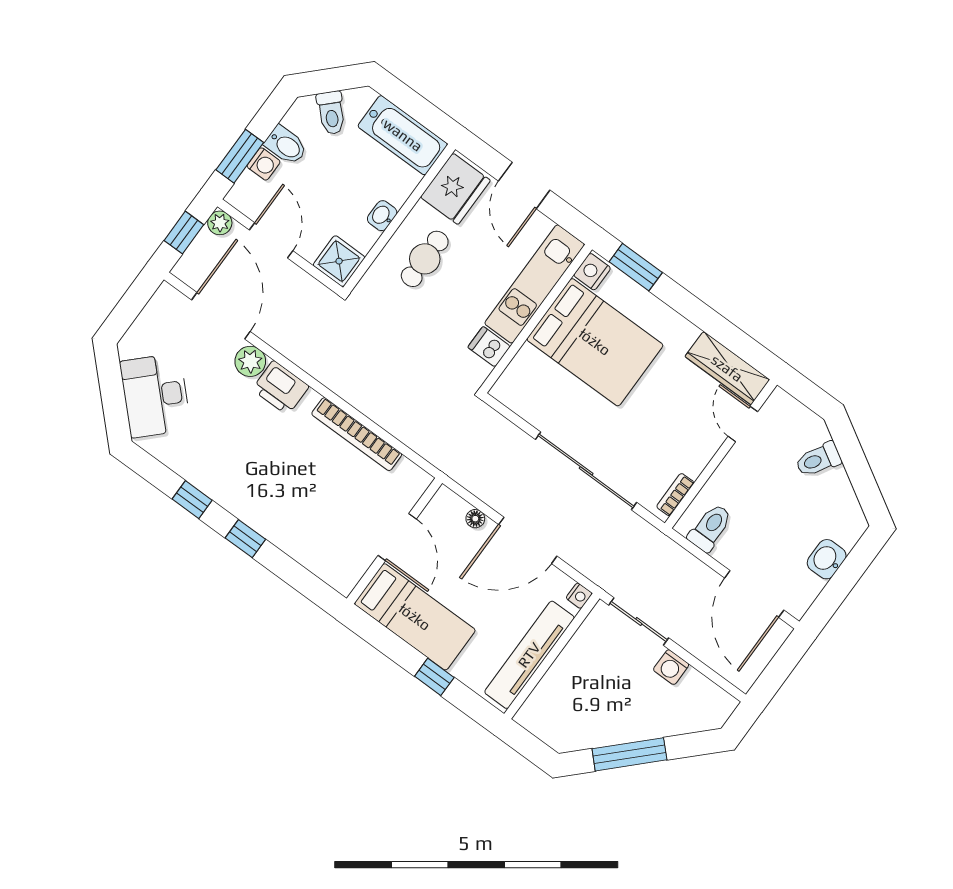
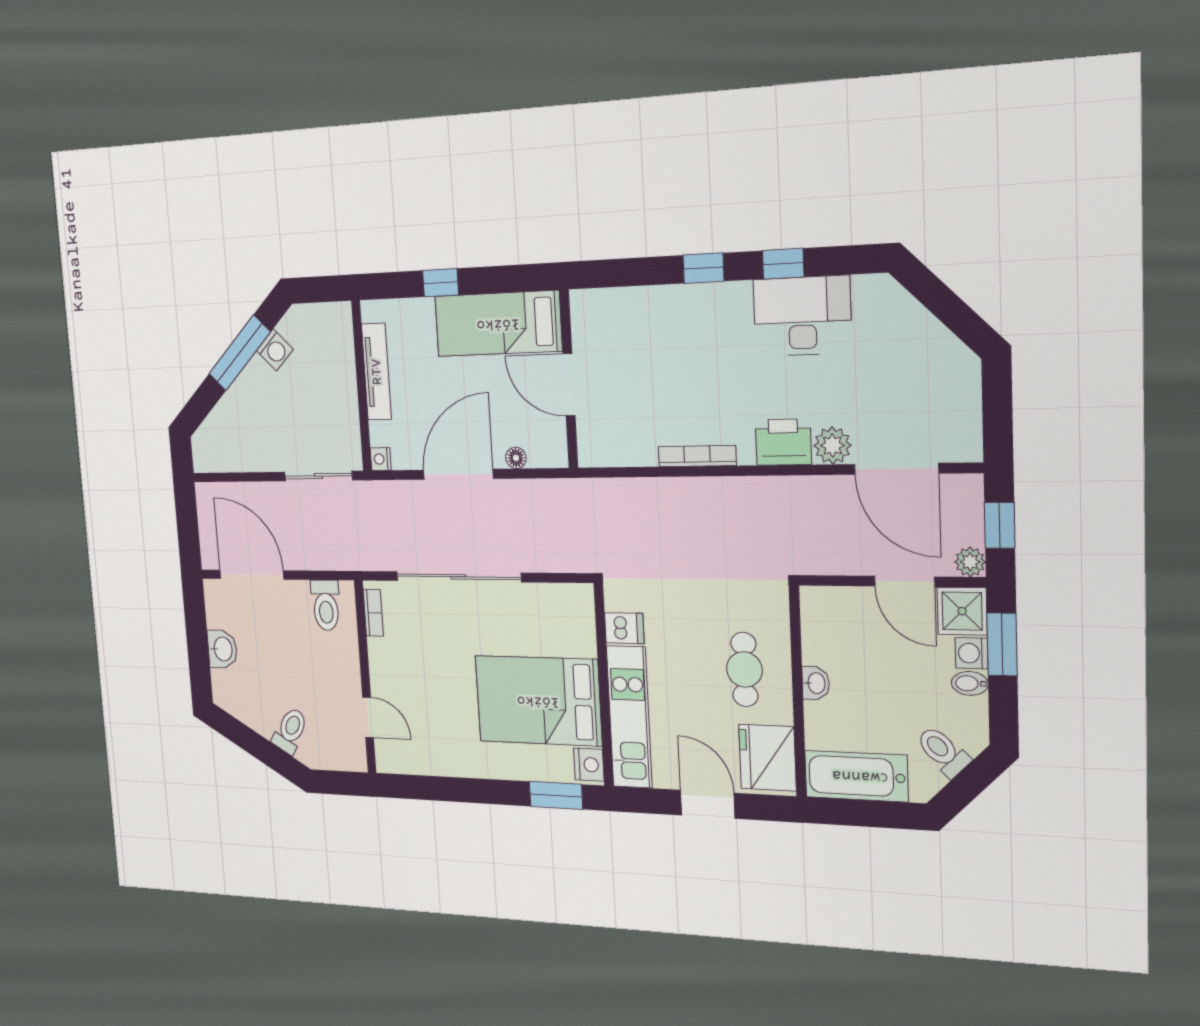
bidet: (286, 145) -> (970, 683), width x0.72, depth x0.74
shower: (339, 261) -> (962, 611), moved
wardrobe: (727, 368) -> (416, 758), removed
desk: (155, 395) -> (802, 316), moved, turned -45
bookcase: (357, 434) -> (697, 456), width x0.68, depth x0.76
tv unit: (529, 655) -> (377, 372), width x0.73, depth x0.78
washing machine: (671, 667) -> (275, 350), moved, turned 135

